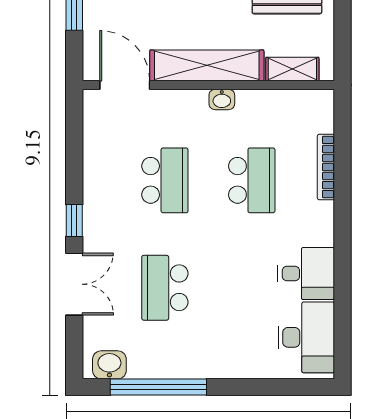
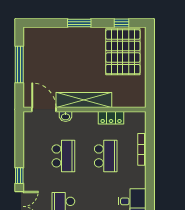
shelving: (292, 69) -> (126, 102), removed
washbasin: (222, 99) -> (66, 117), moved
locker: (263, 102) -> (111, 118), added

